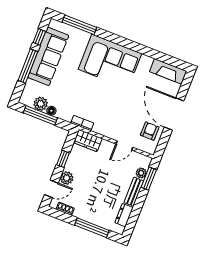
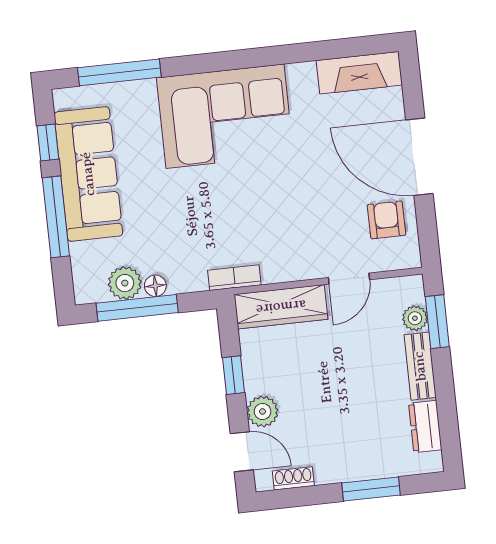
wardrobe: (88, 140) -> (281, 307), width x1.50
door: (51, 189) -> (242, 452), hinge flipped
window: (92, 228) -> (371, 489), width x0.69

